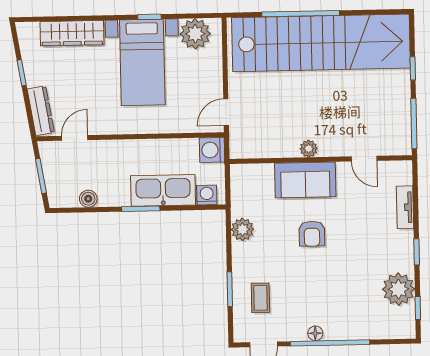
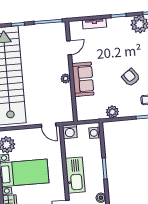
kitchen sink: (163, 190) -> (75, 175), moved, turned 180
armchair: (312, 234) -> (131, 77), moved, turned -126

